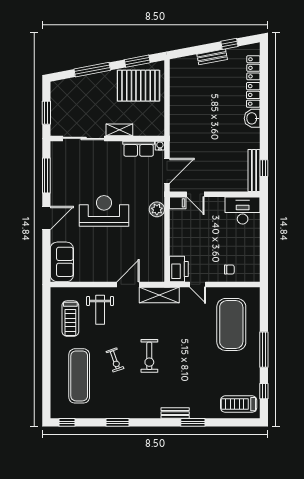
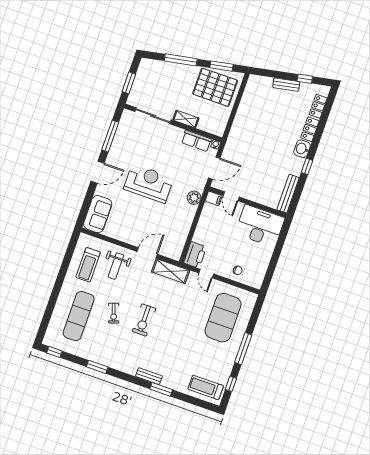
window: (264, 168) -> (307, 166), moved
desk: (243, 210) -> (260, 226), width x1.36, depth x1.30

